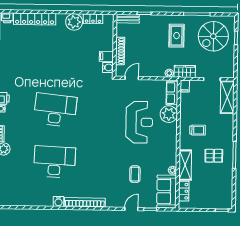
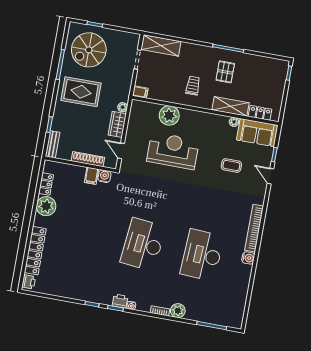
rug: (177, 36) -> (81, 92), width x1.36, depth x1.43
spiral stairs: (213, 36) -> (89, 50), turned 90
wardrobe: (185, 71) -> (117, 124), moved
row of seats: (172, 93) -> (146, 108), removed

